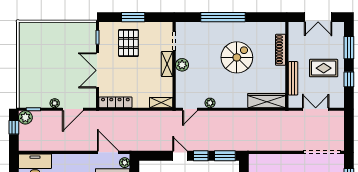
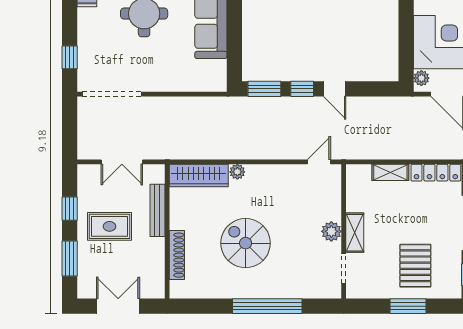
spiral stairs: (237, 57) -> (246, 243), turned 90
shelving: (161, 103) -> (390, 172), moved
plant: (210, 103) -> (237, 172), moved

